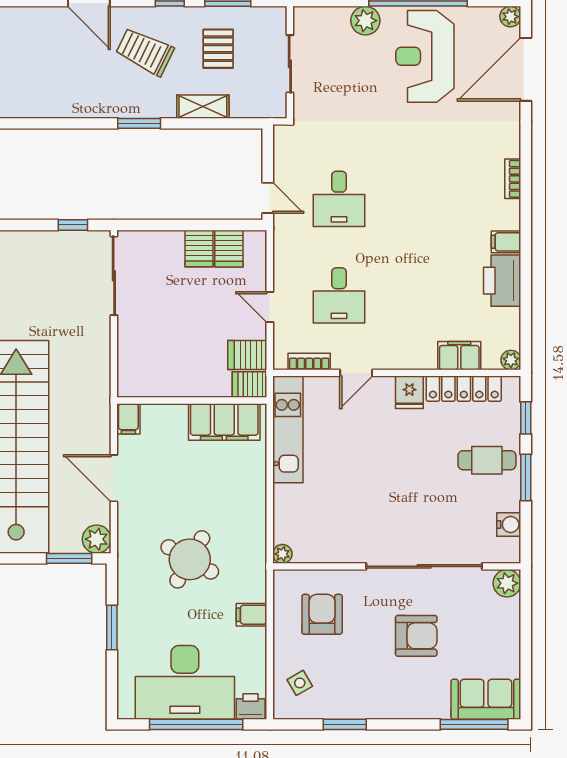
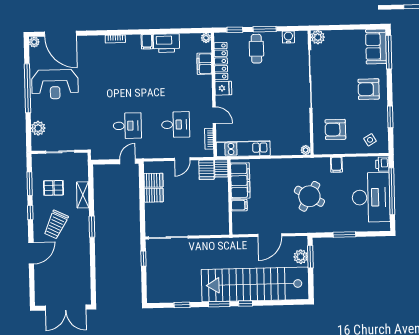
plant: (365, 21) -> (38, 128), moved
filing cabinet: (128, 419) -> (239, 205), moved
plant: (97, 539) -> (301, 257), moved
armchair: (416, 636) -> (369, 89), moved, turned -90

